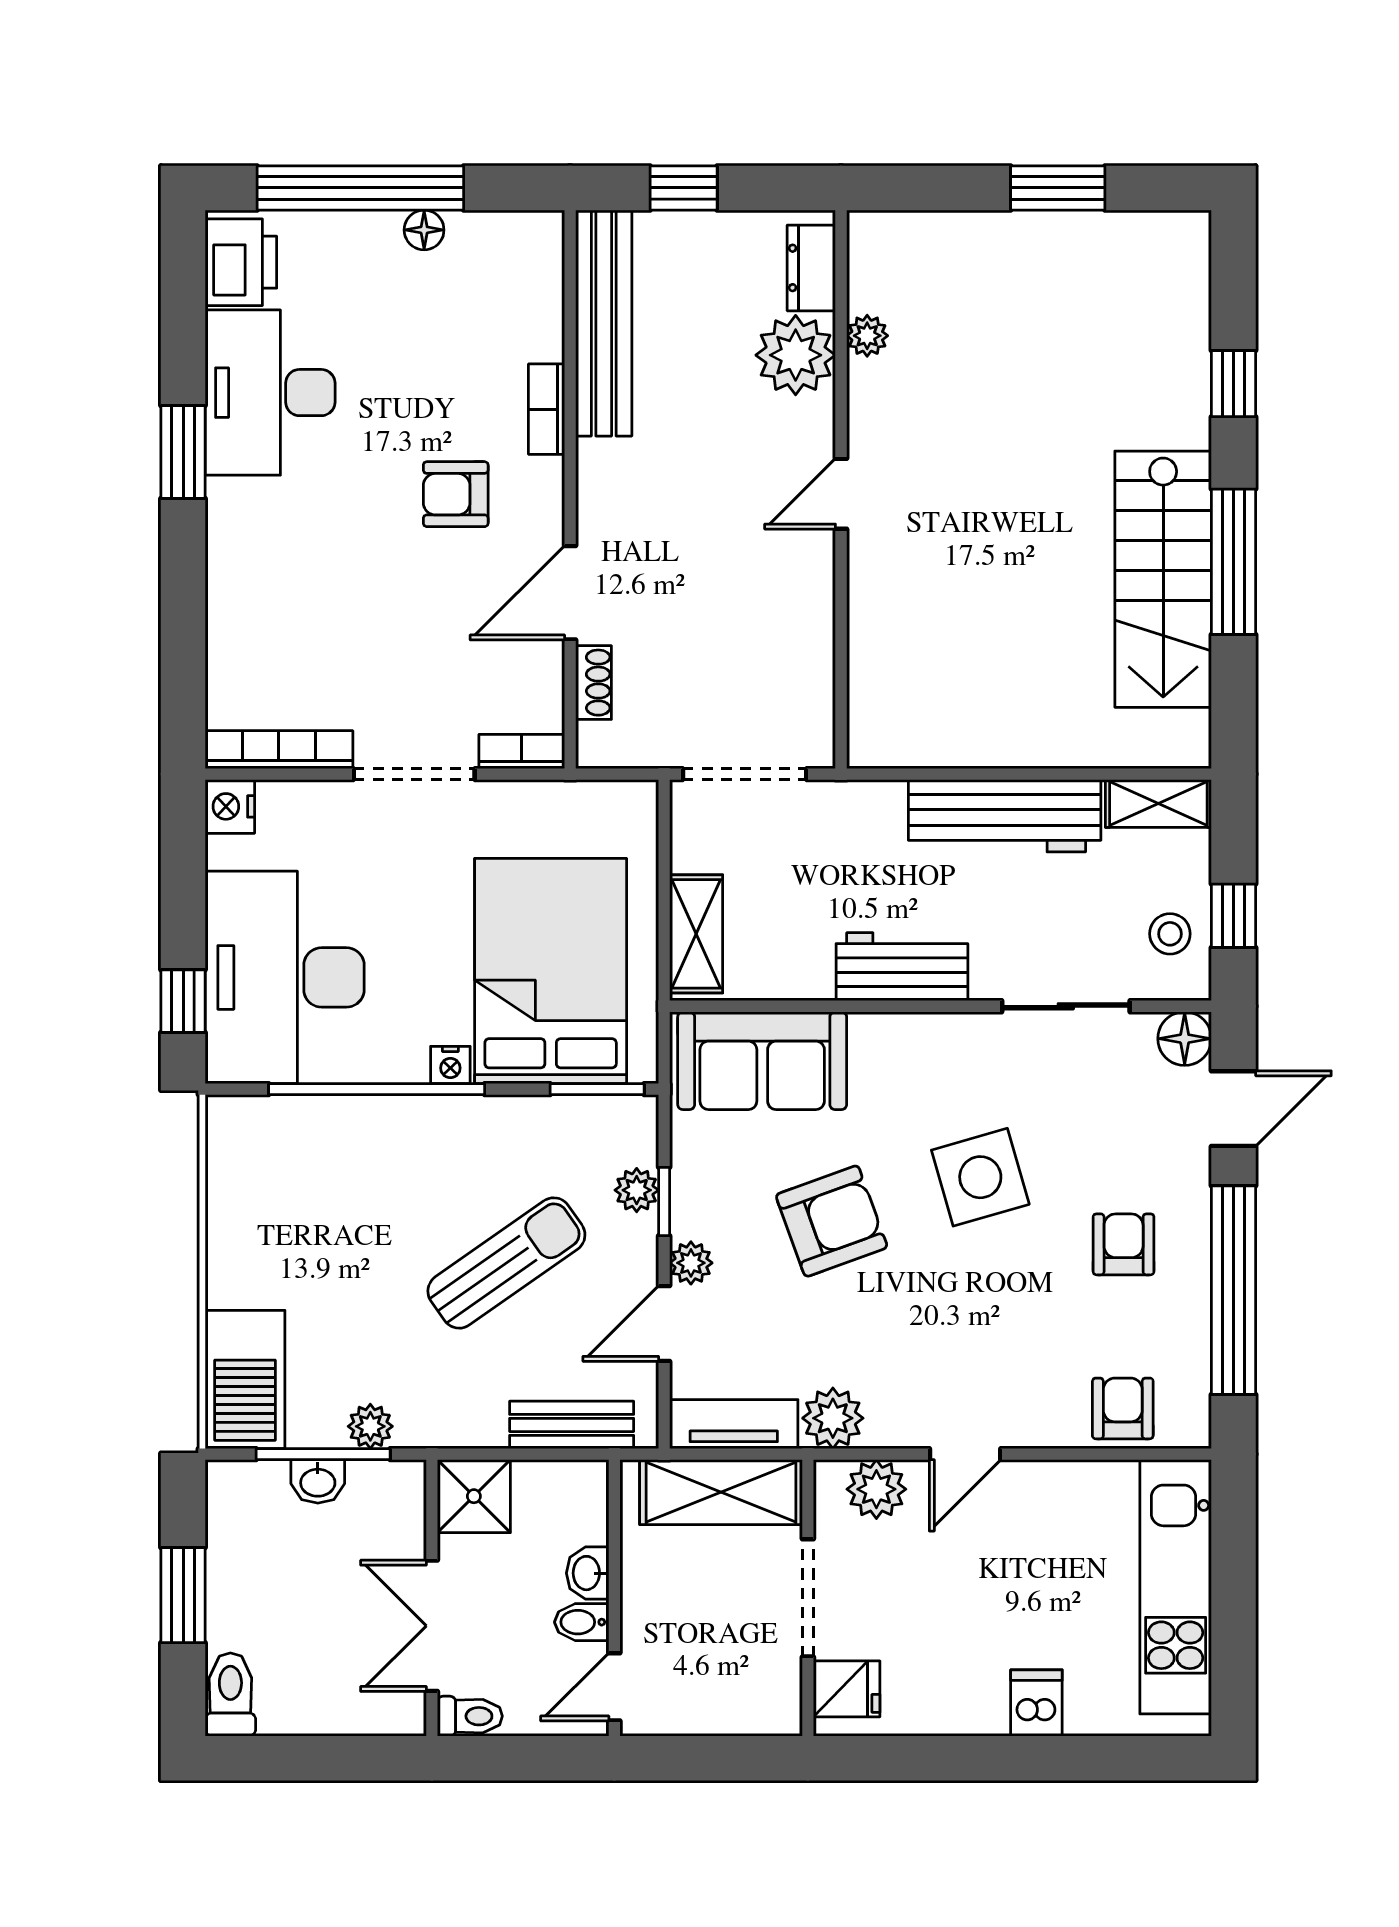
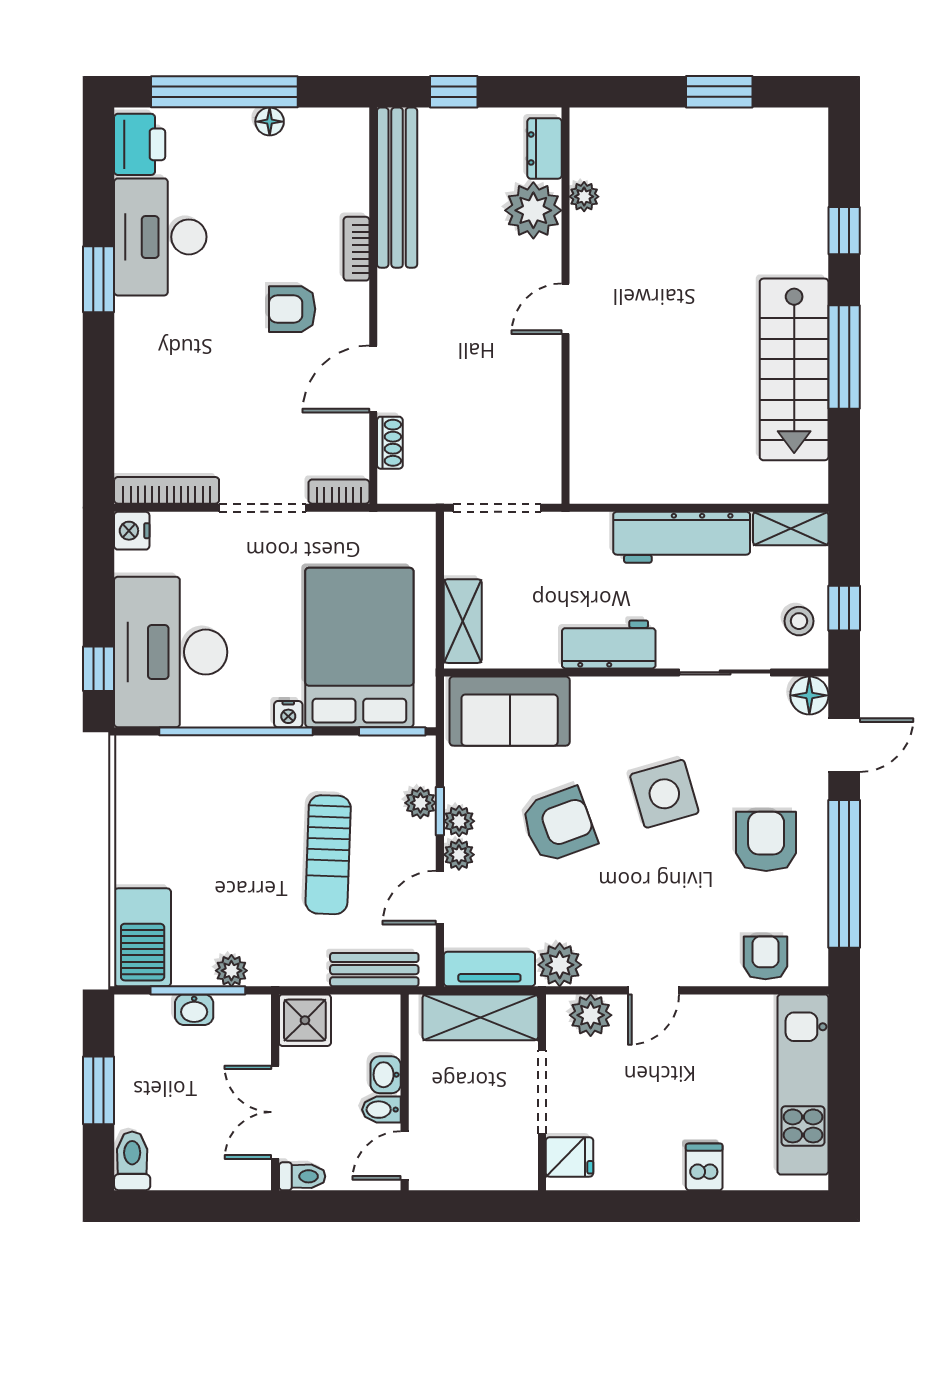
plant: (691, 1216) -> (459, 821), added
armchair: (1124, 1244) -> (766, 841), width x1.38, depth x1.38
sun lounger: (506, 1263) -> (328, 855), turned 127

